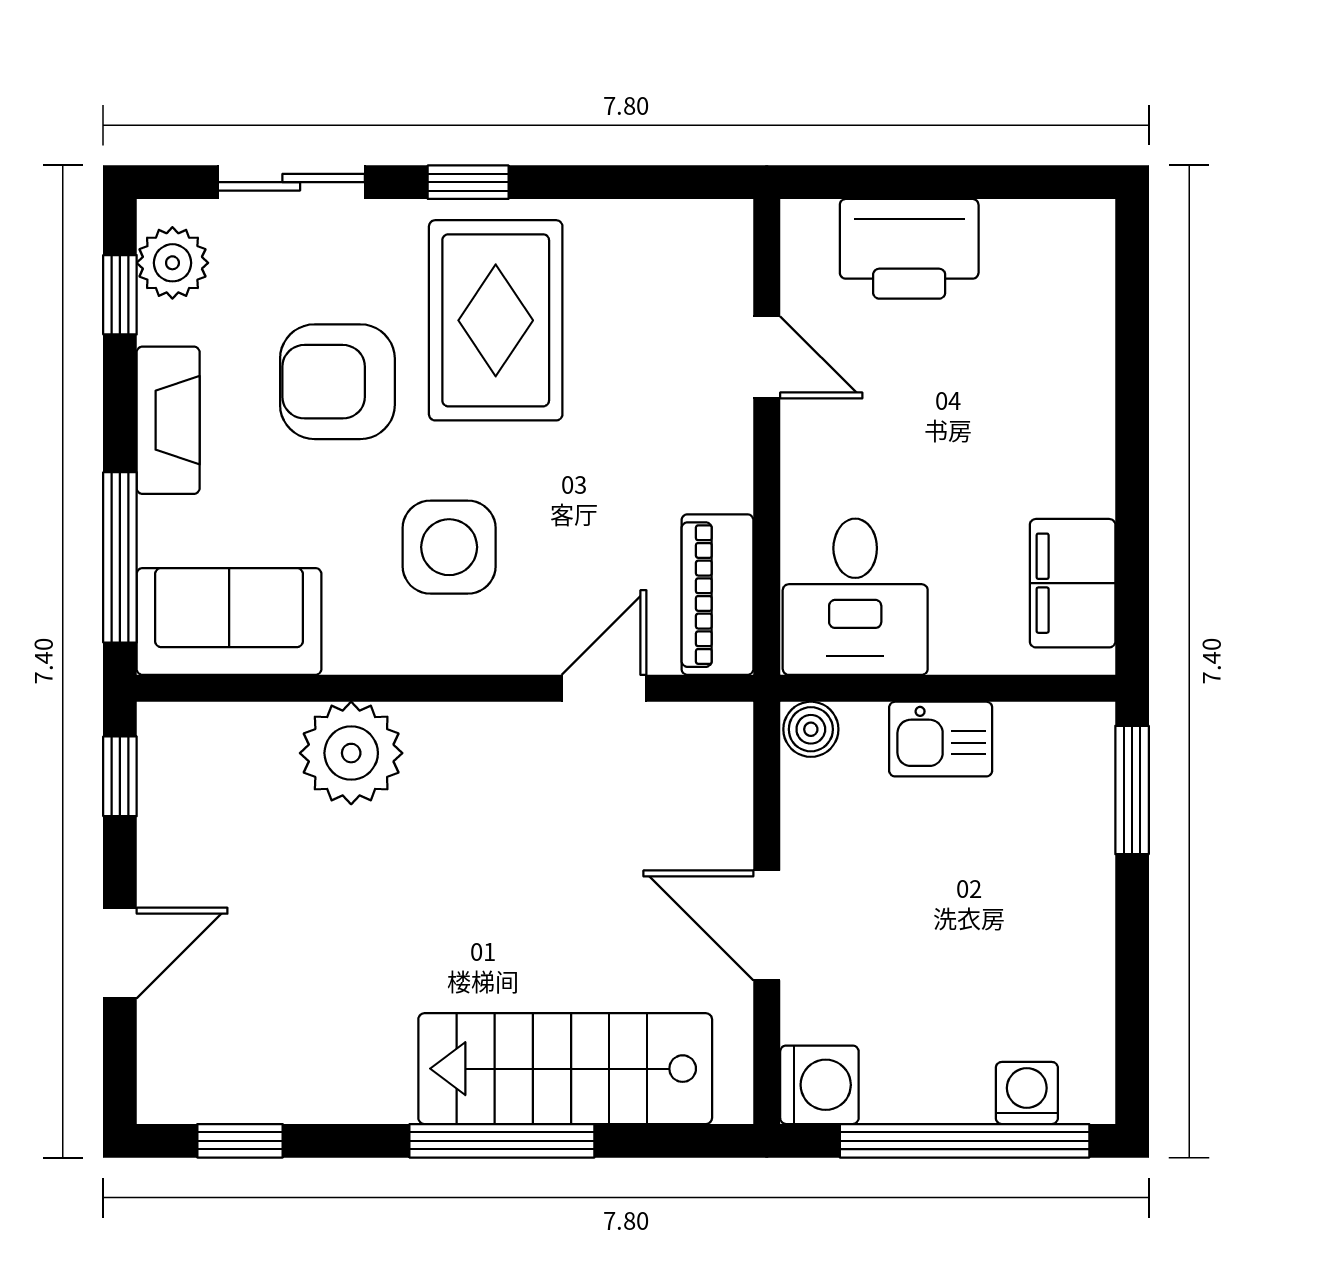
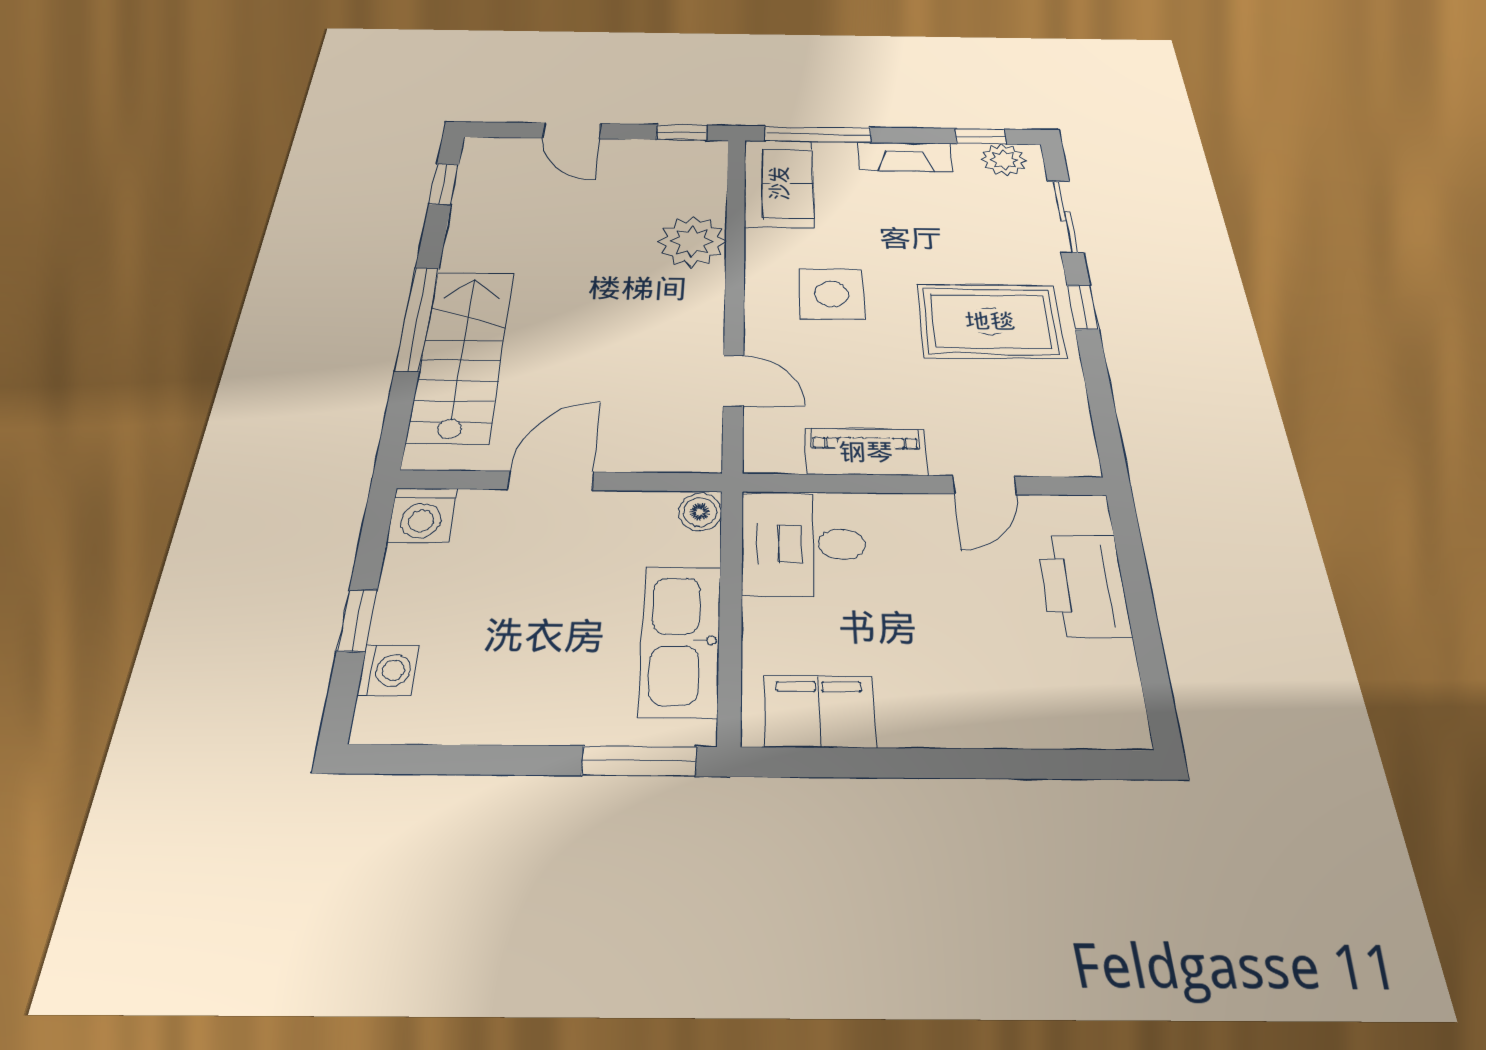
armchair: (337, 382) -> (938, 238), removed
piano: (717, 595) -> (866, 452), moved
kitchen sink: (941, 739) -> (681, 640), width x1.87, depth x1.24
window: (965, 1141) -> (357, 621), width x0.32

